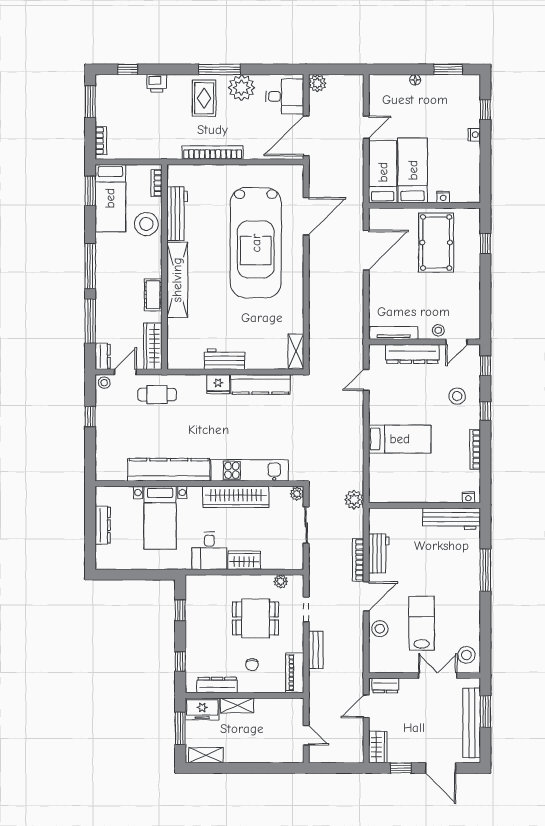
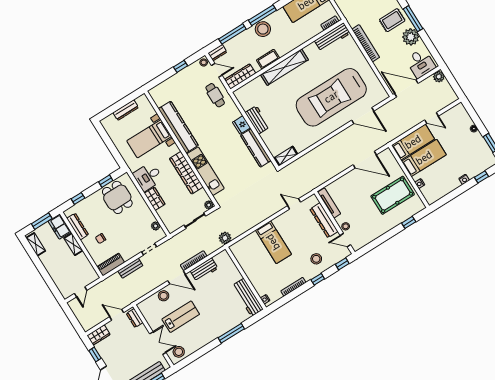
workbench: (177, 214) -> (332, 37), moved
stool: (146, 224) -> (263, 29), moved
dining table: (256, 618) -> (117, 197), moved

